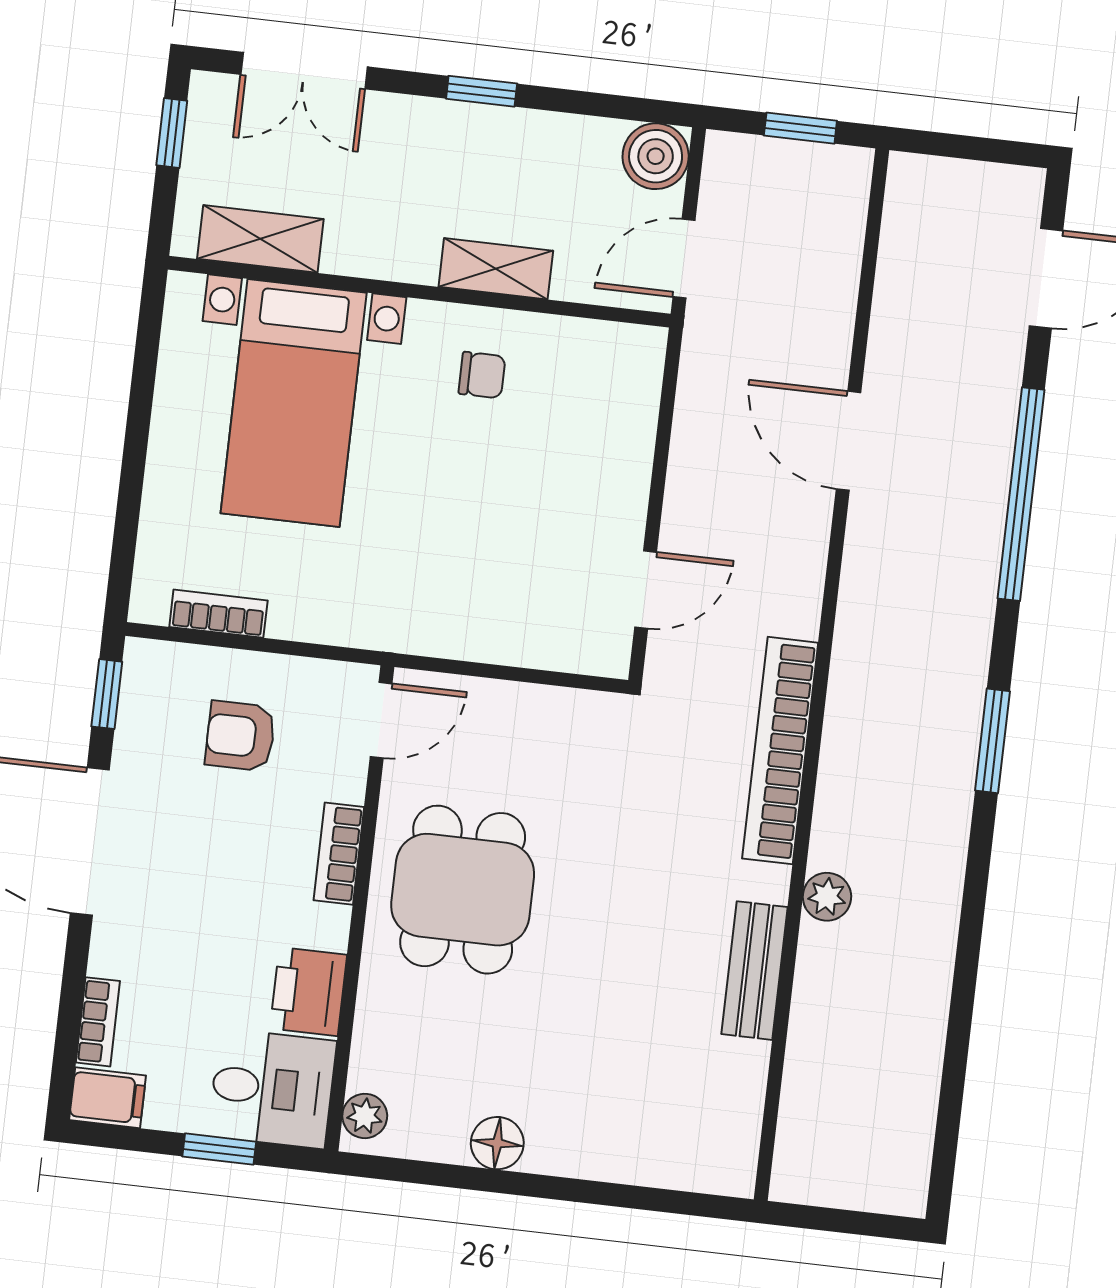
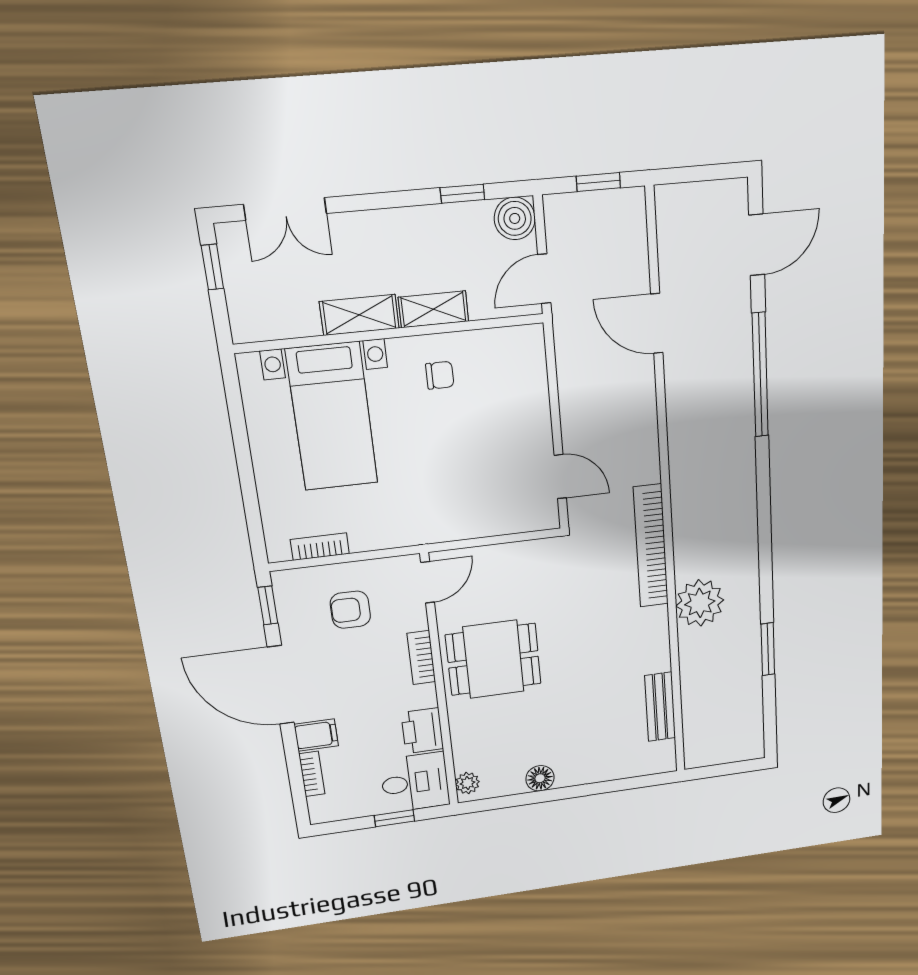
window: (482, 91) -> (462, 194), moved
shelving: (260, 239) -> (359, 315), moved
door: (848, 441) -> (657, 323), moved
door: (646, 590) -> (560, 477), hinge flipped
window: (992, 741) -> (768, 649), moved
dining table: (463, 890) -> (493, 659), turned 90
plant: (827, 897) -> (700, 603), width x1.87, depth x1.87
bench: (754, 971) -> (660, 707), moved
filing cabinet: (108, 1098) -> (316, 735), moved

